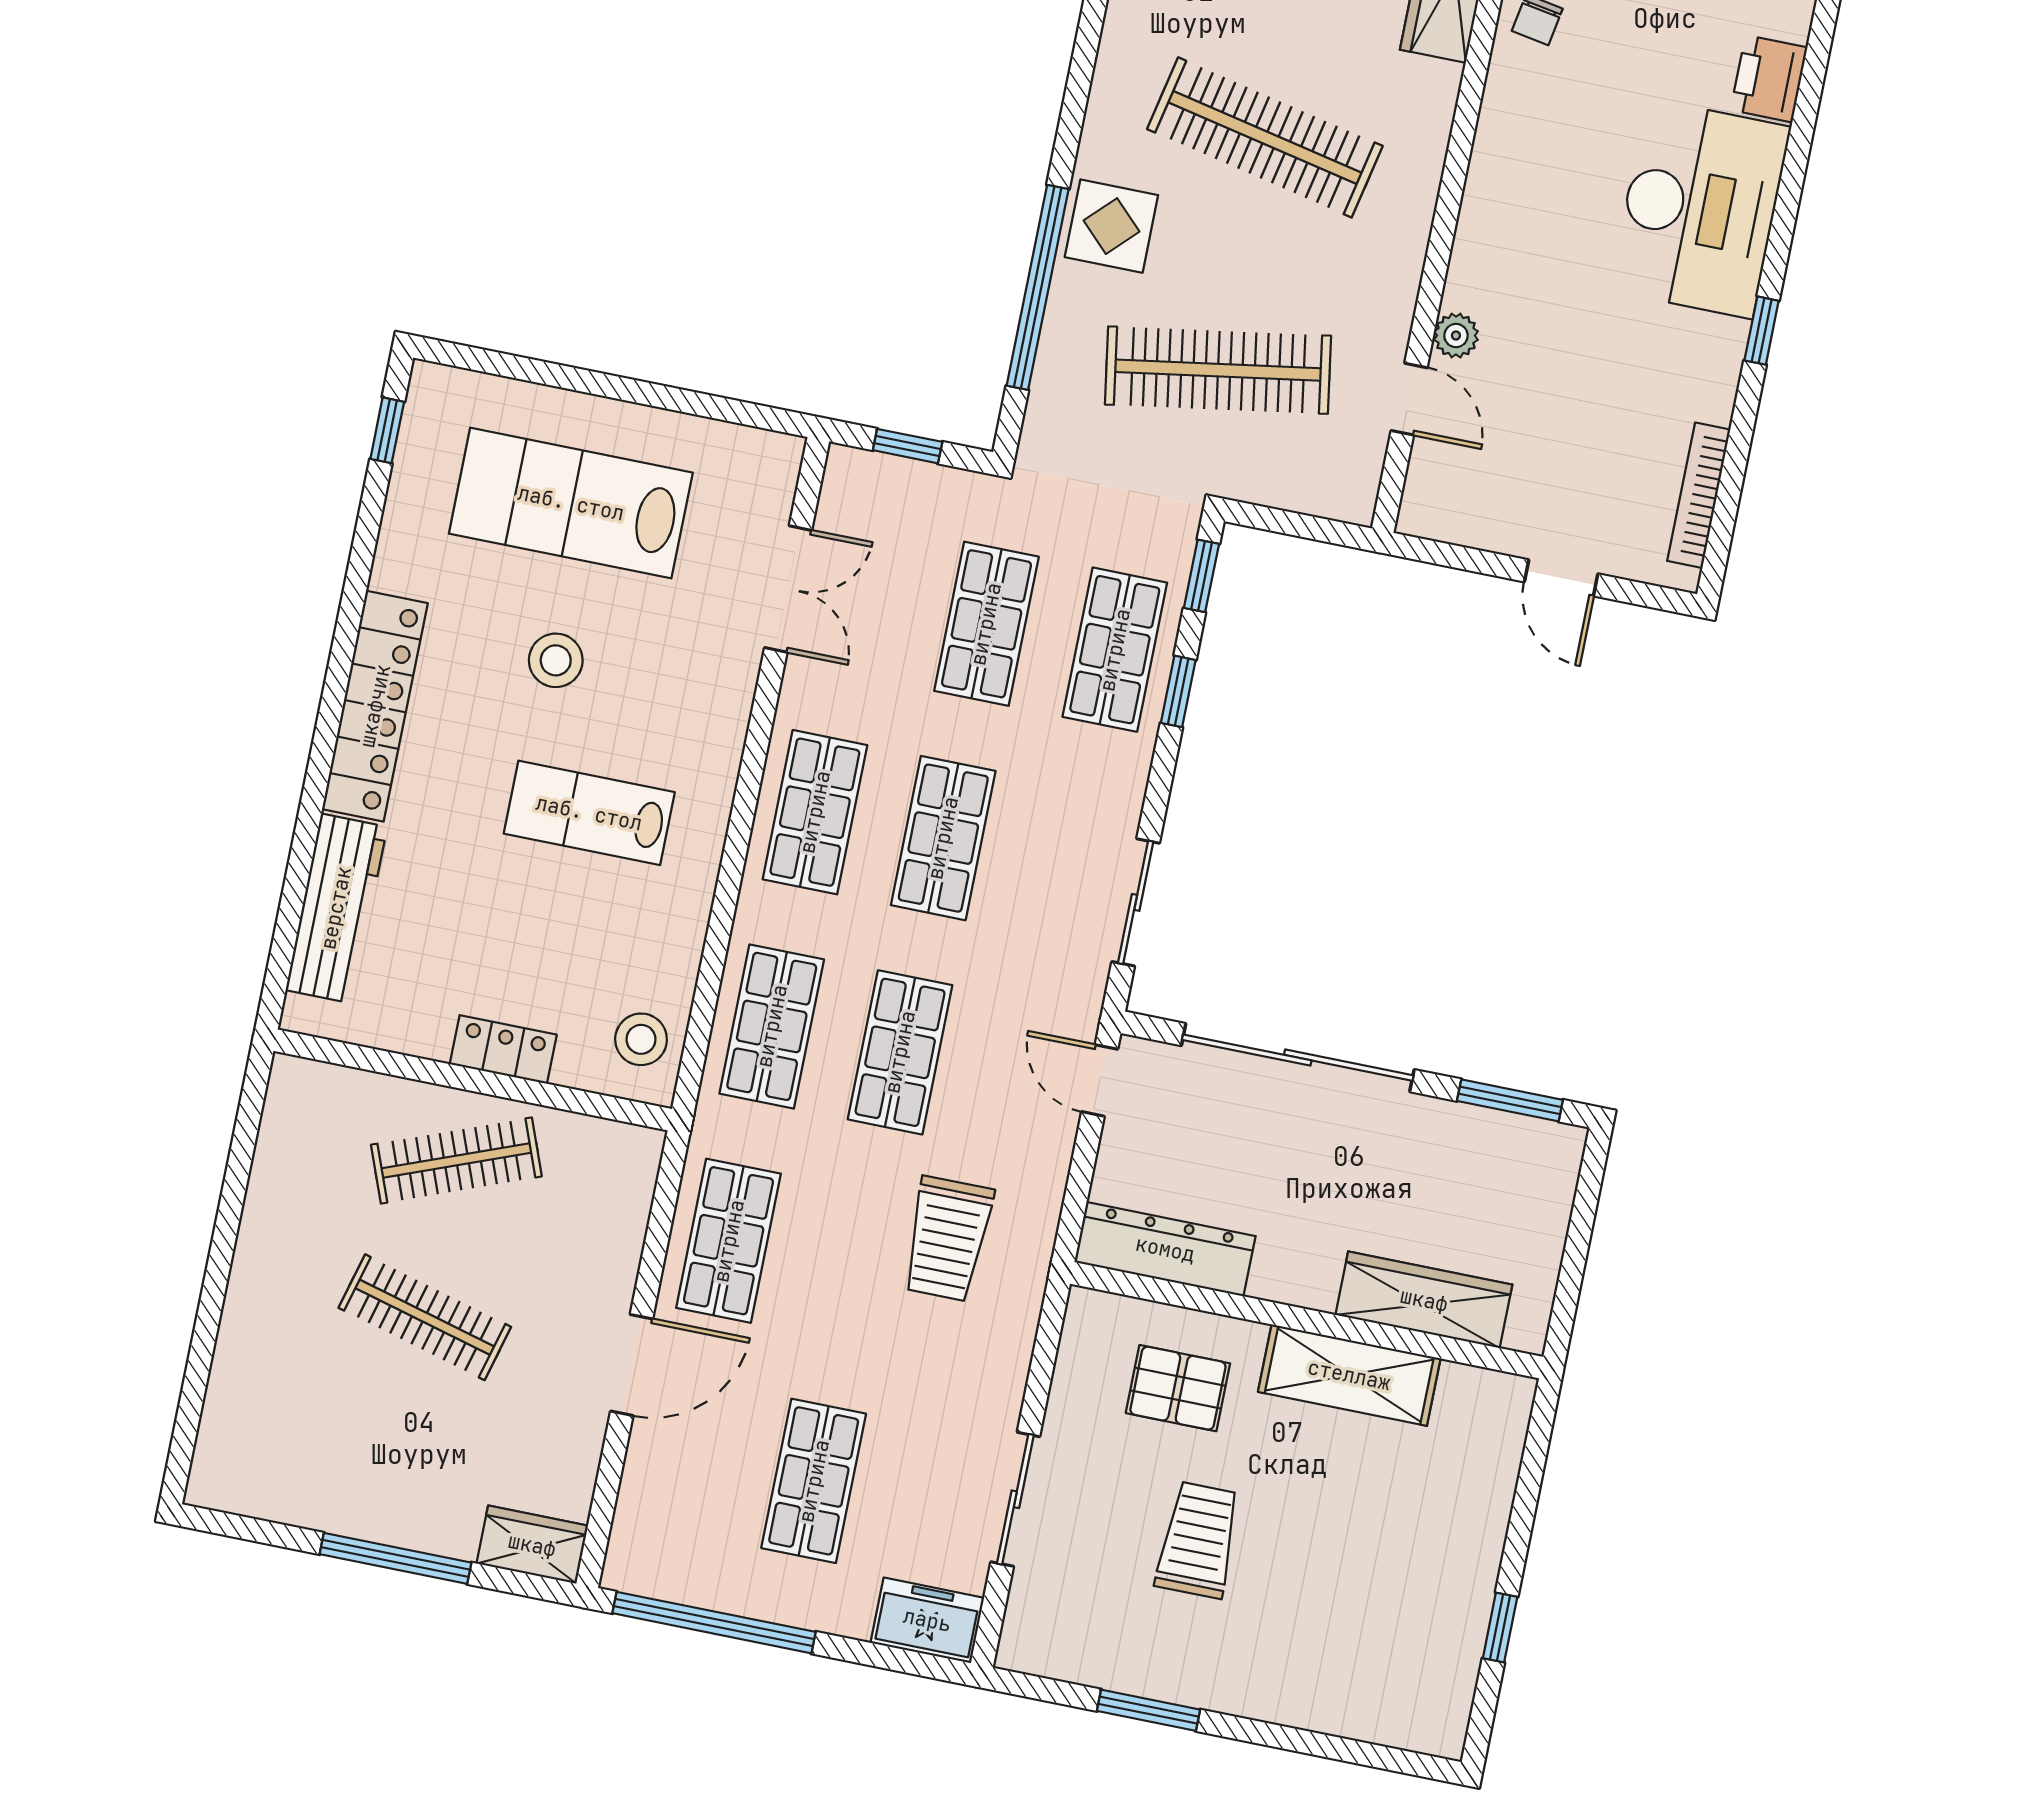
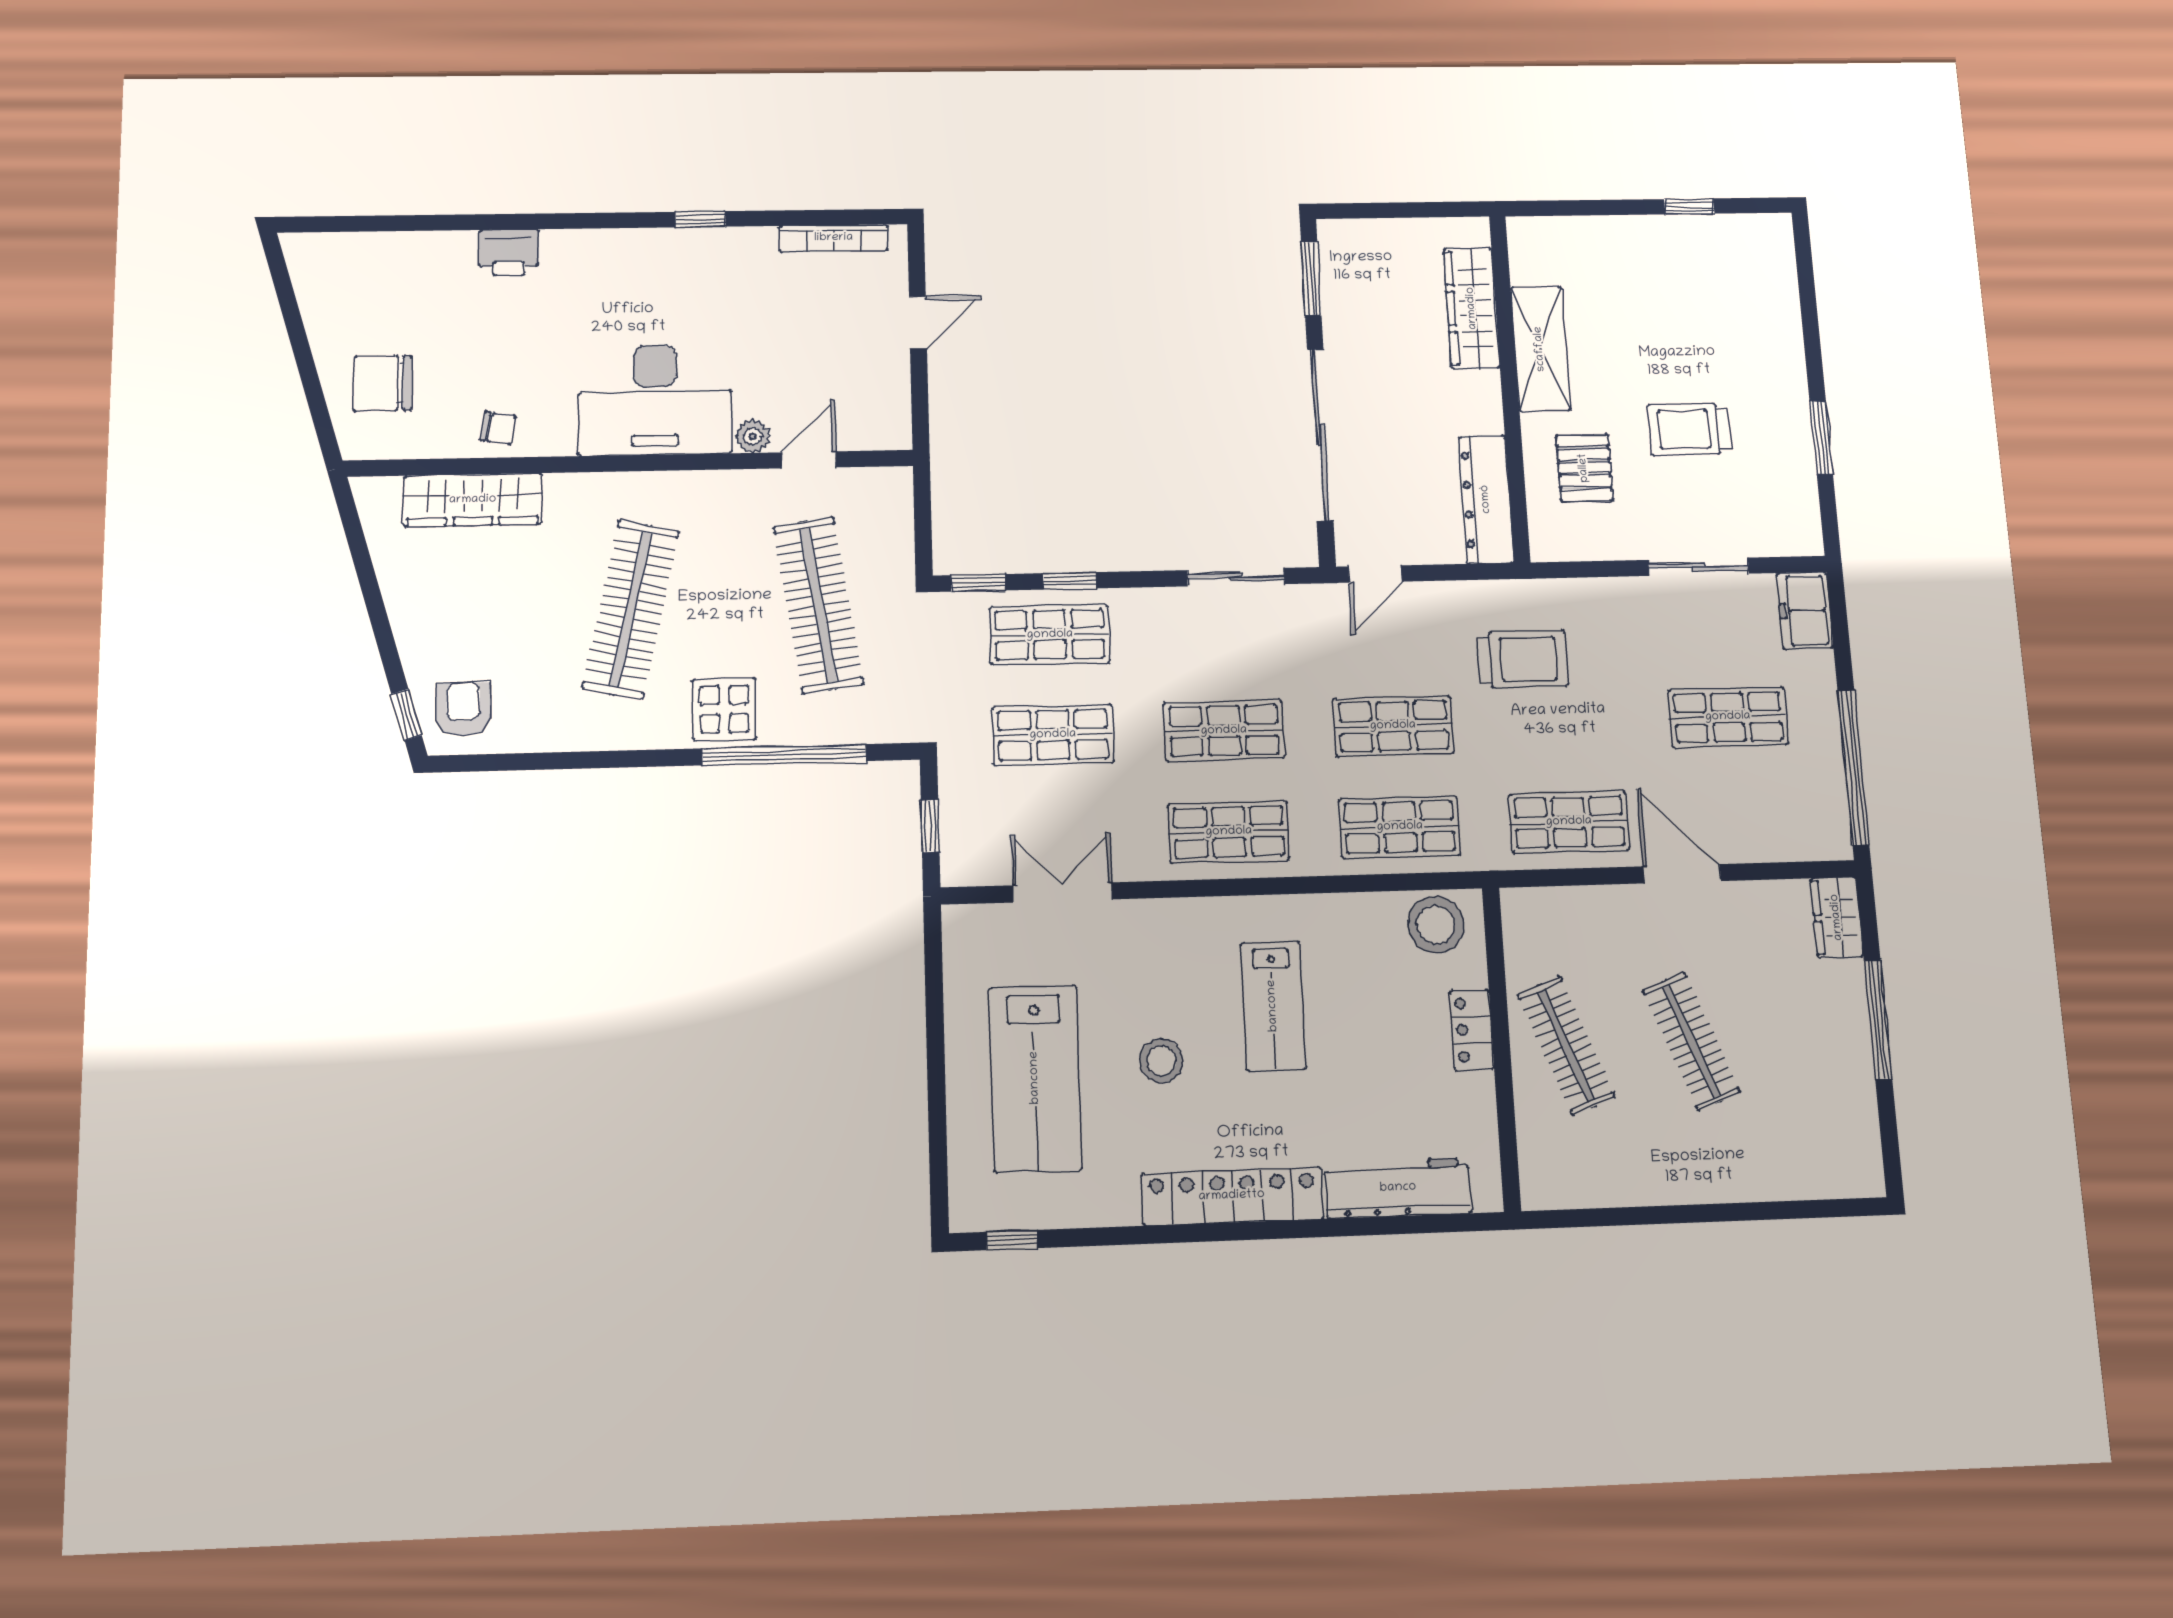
desk: (1700, 209) -> (655, 400), moved, turned 180
stool: (641, 1039) -> (1436, 925), width x1.38, depth x1.38
clothes rail: (425, 1317) -> (1691, 1041), turned -36

